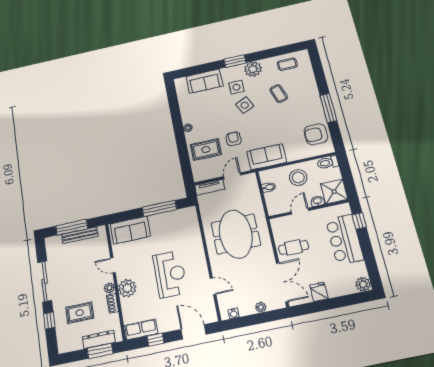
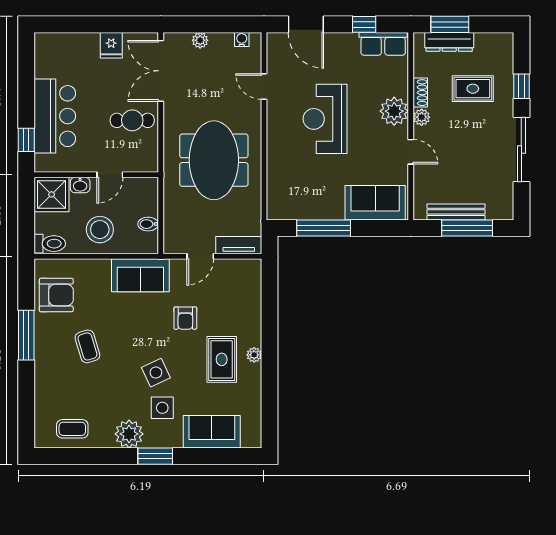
coffee table: (279, 94) -> (87, 346), moved
rug: (206, 150) -> (222, 359), moved, turned 90
plant: (363, 284) -> (45, 43), removed

